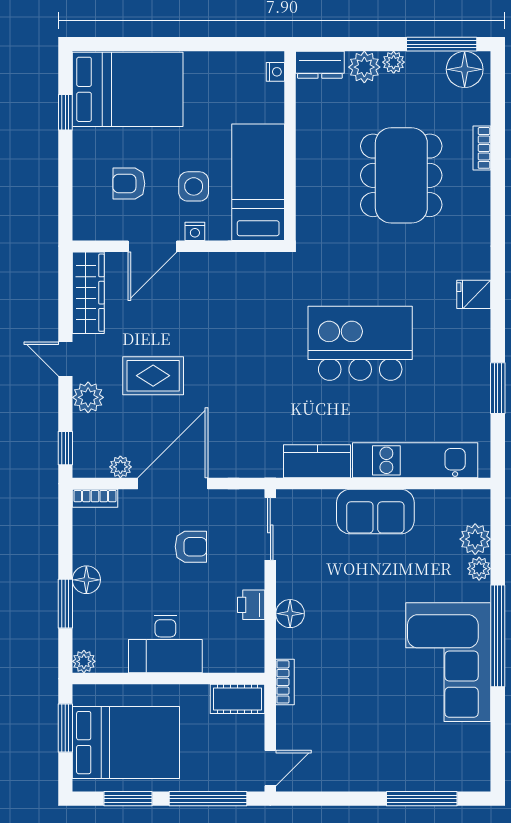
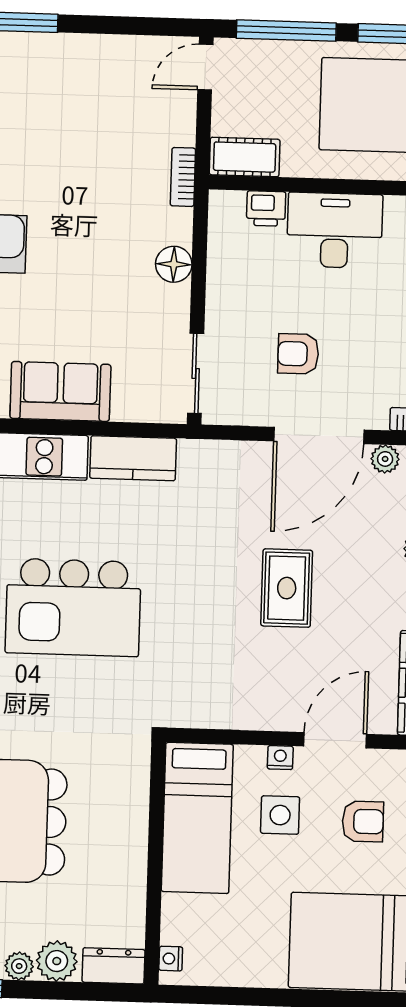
rug: (153, 376) -> (287, 588), moved, turned 90
printer: (251, 605) -> (266, 208), moved, turned 90

